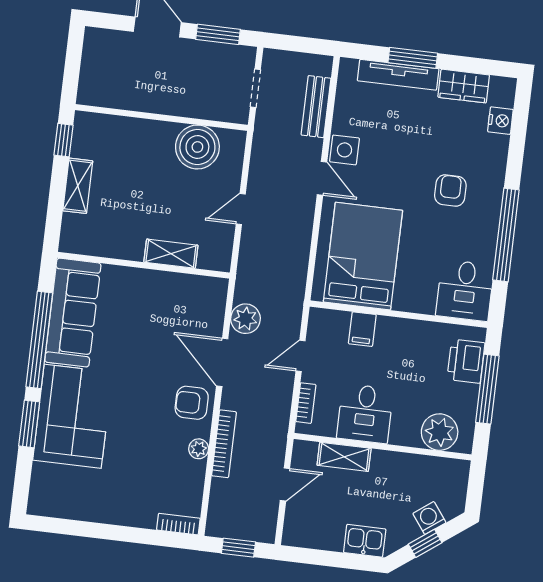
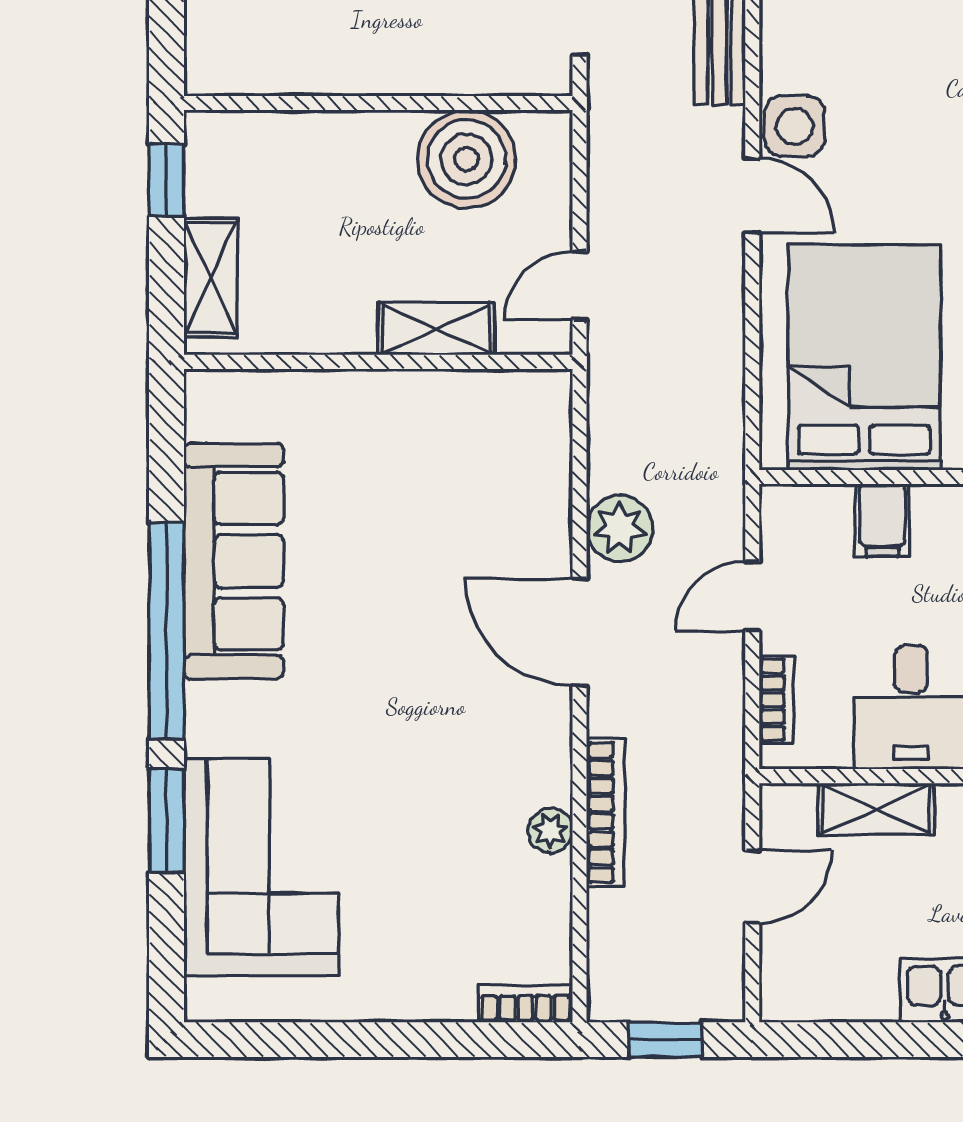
shelving: (171, 254) -> (436, 329), moved
wall: (143, 265) -> (378, 362), moved
armchair: (192, 403) -> (523, 730), removed
corner sofa: (73, 416) -> (261, 867), moved

